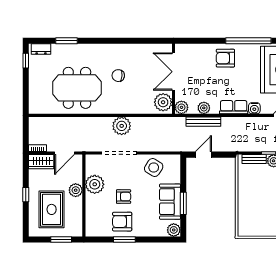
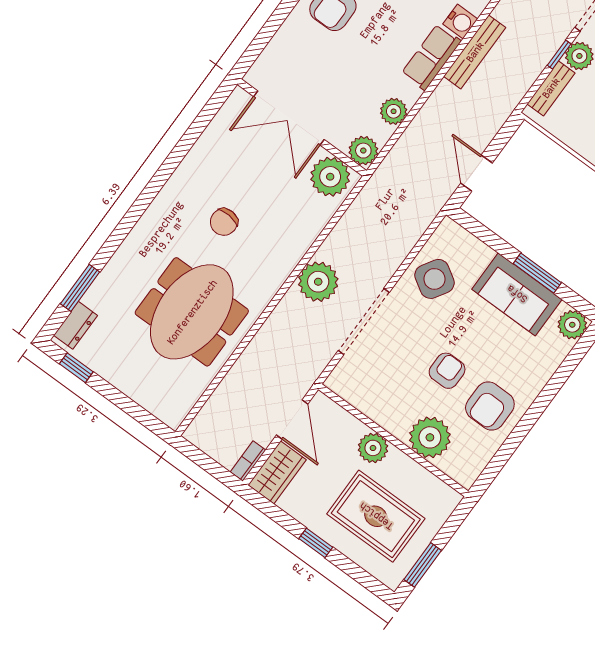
window: (67, 41) -> (80, 288), moved
bench: (203, 122) -> (475, 52), moved
plant: (95, 184) -> (430, 437), moved
window: (61, 239) -> (423, 565), moved
window: (124, 239) -> (525, 425), removed

